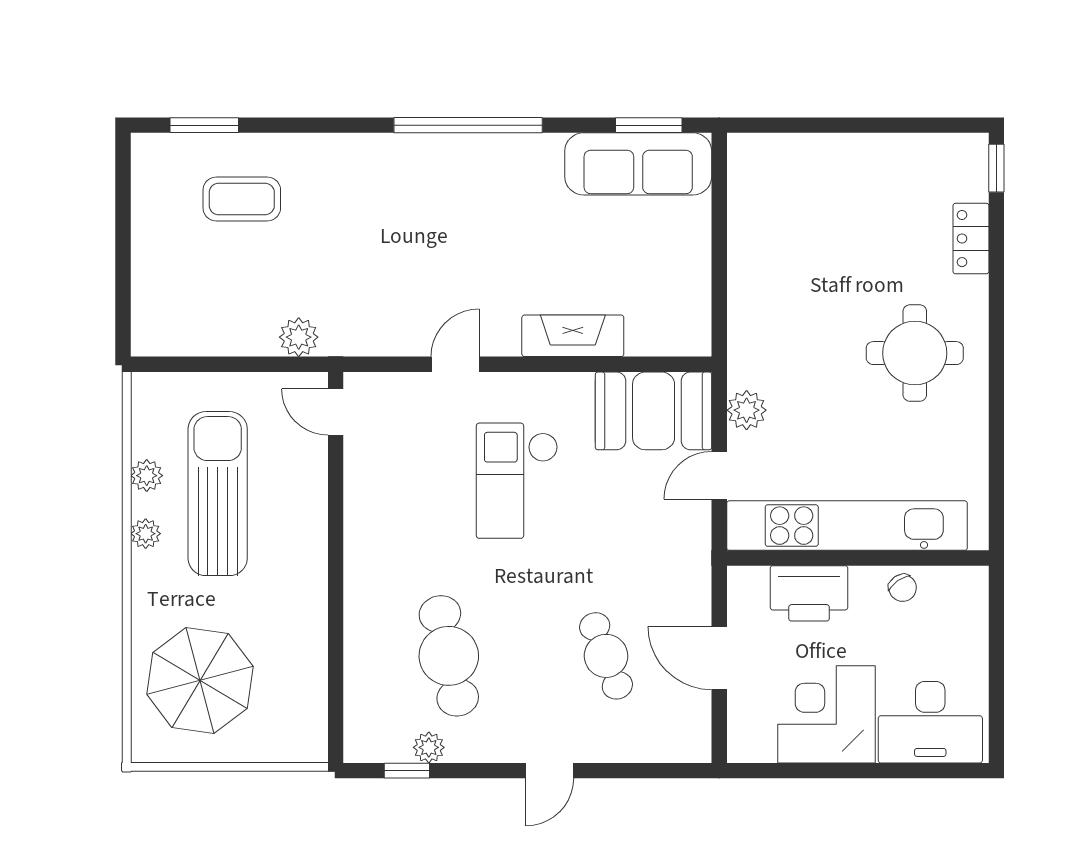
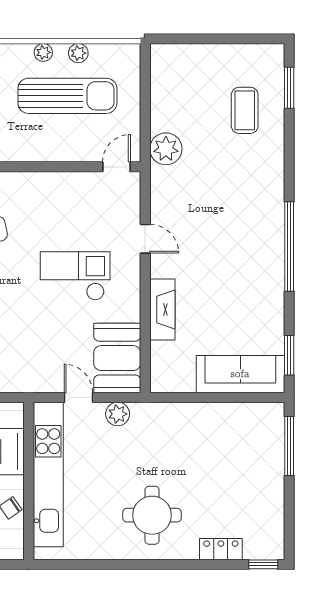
window: (800, 125) -> (289, 446), added
sofa: (638, 164) -> (240, 374), moved, turned 90
plant: (299, 337) -> (166, 149), width x1.36, depth x1.36

